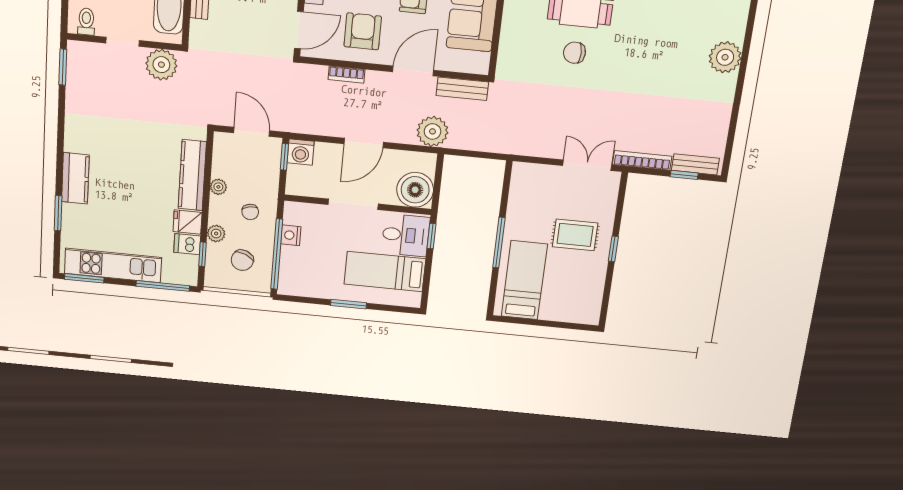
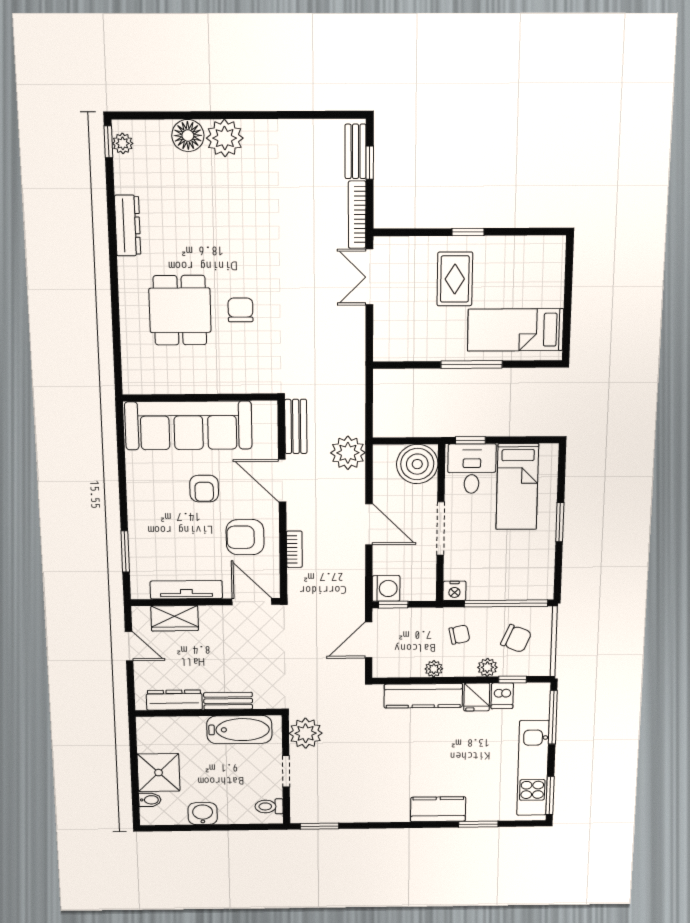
floor lamp: (733, 26) -> (188, 136), added
chair: (574, 53) -> (240, 310), turned 180
nightstand: (291, 235) -> (454, 591), moved

